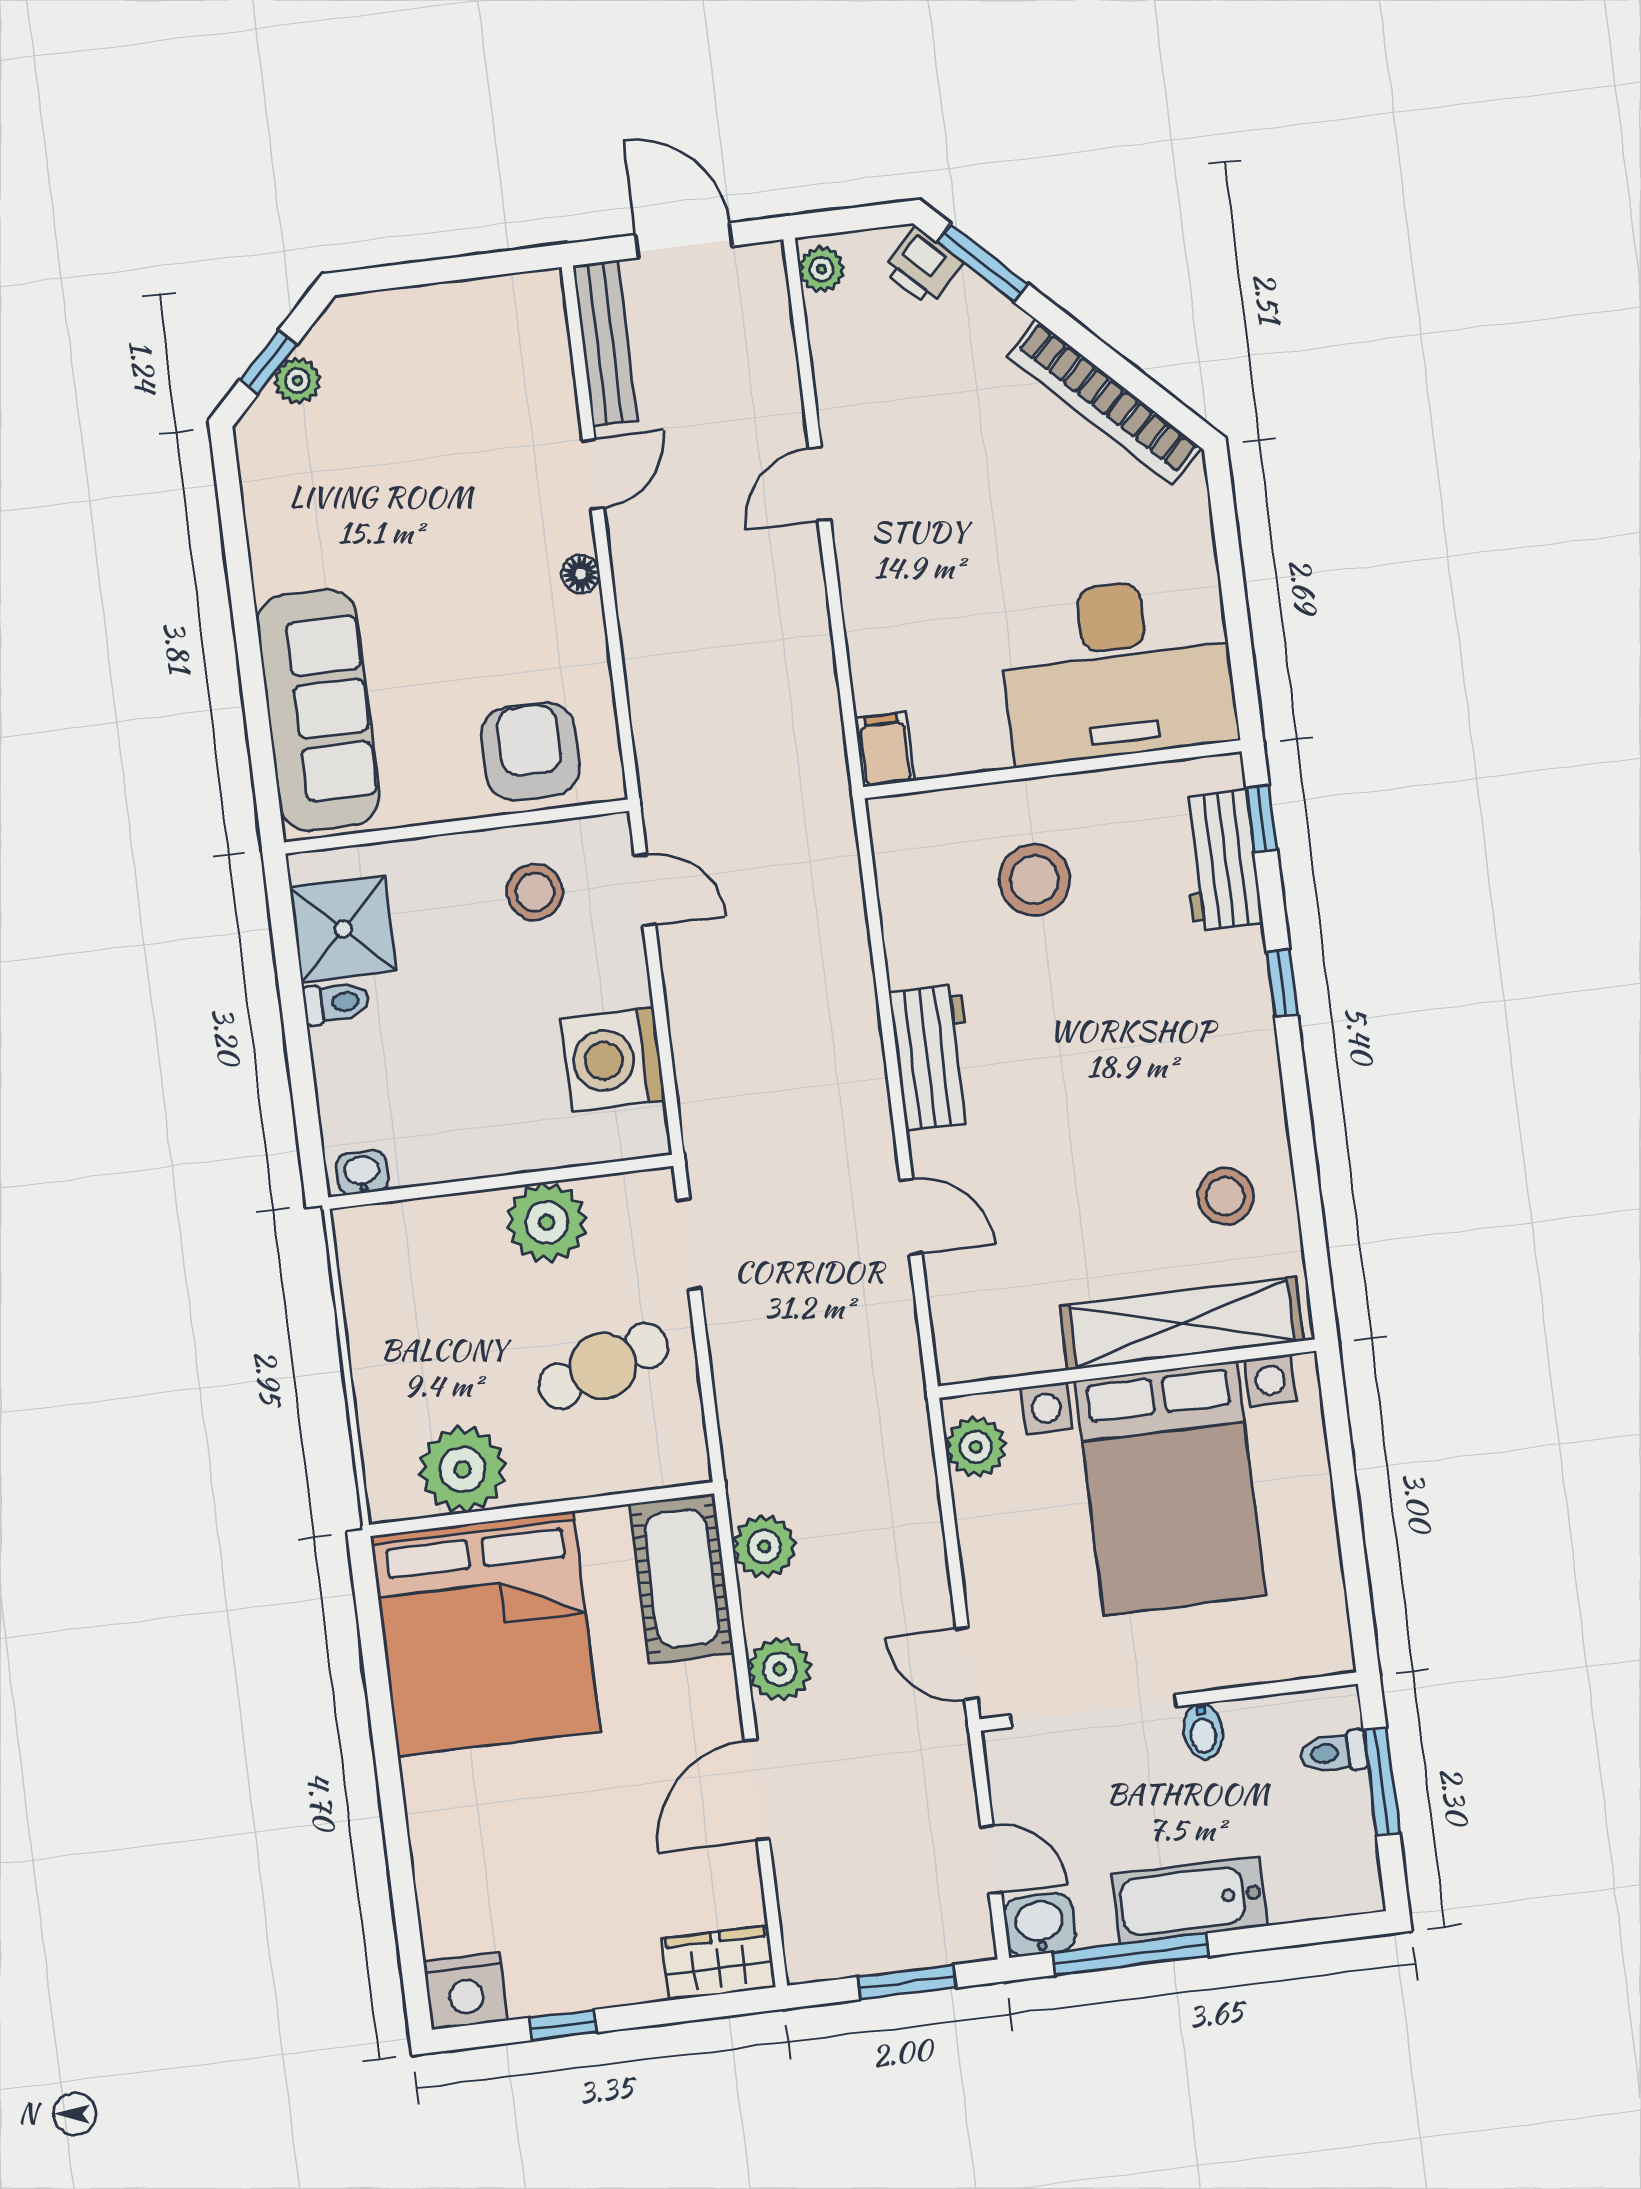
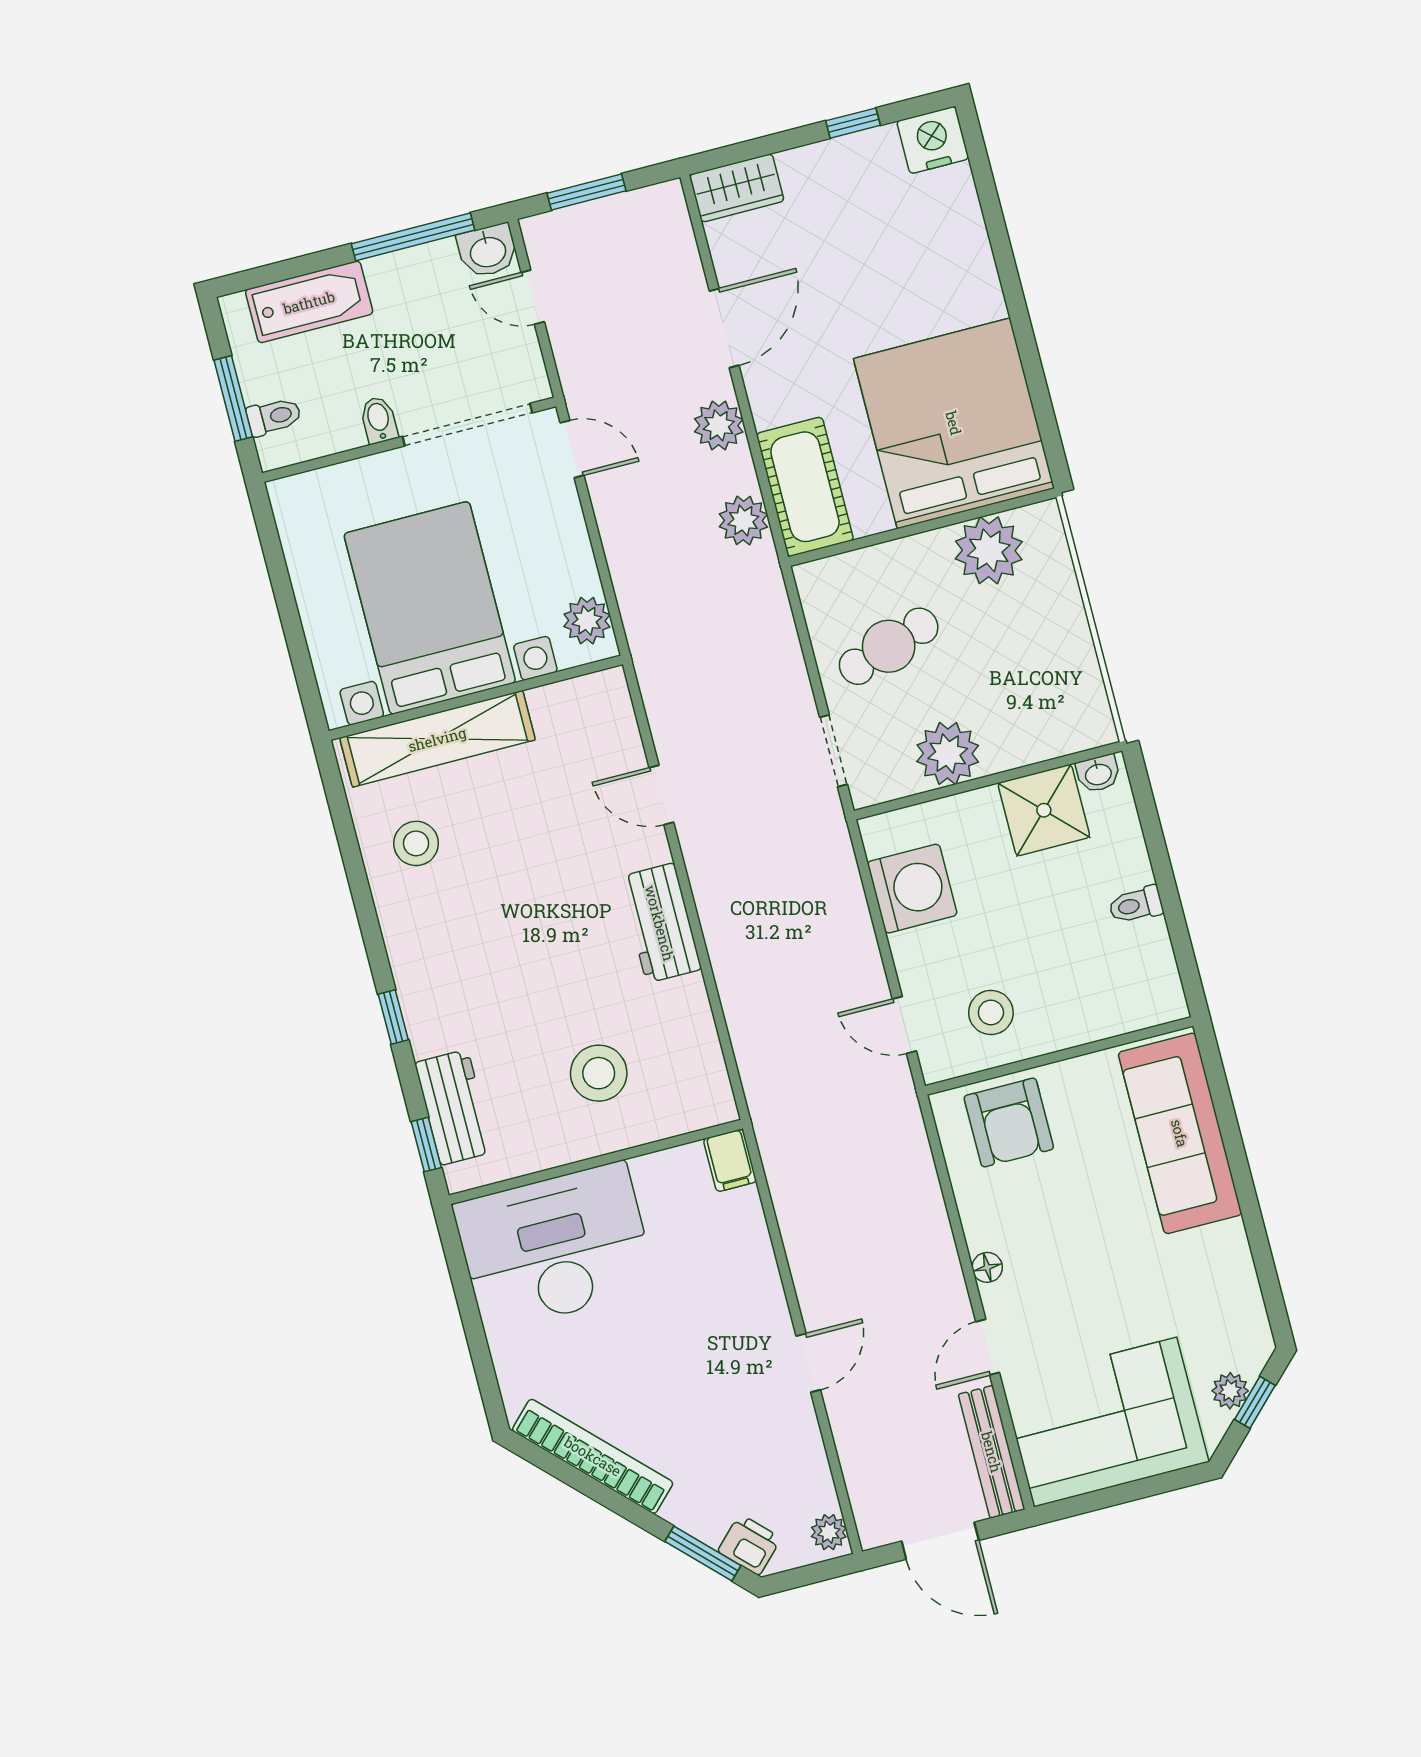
corner sofa: (459, 362) -> (1105, 1422), added
shower: (343, 929) -> (1044, 810), moved
bathtub: (1190, 1900) -> (309, 302), moved

